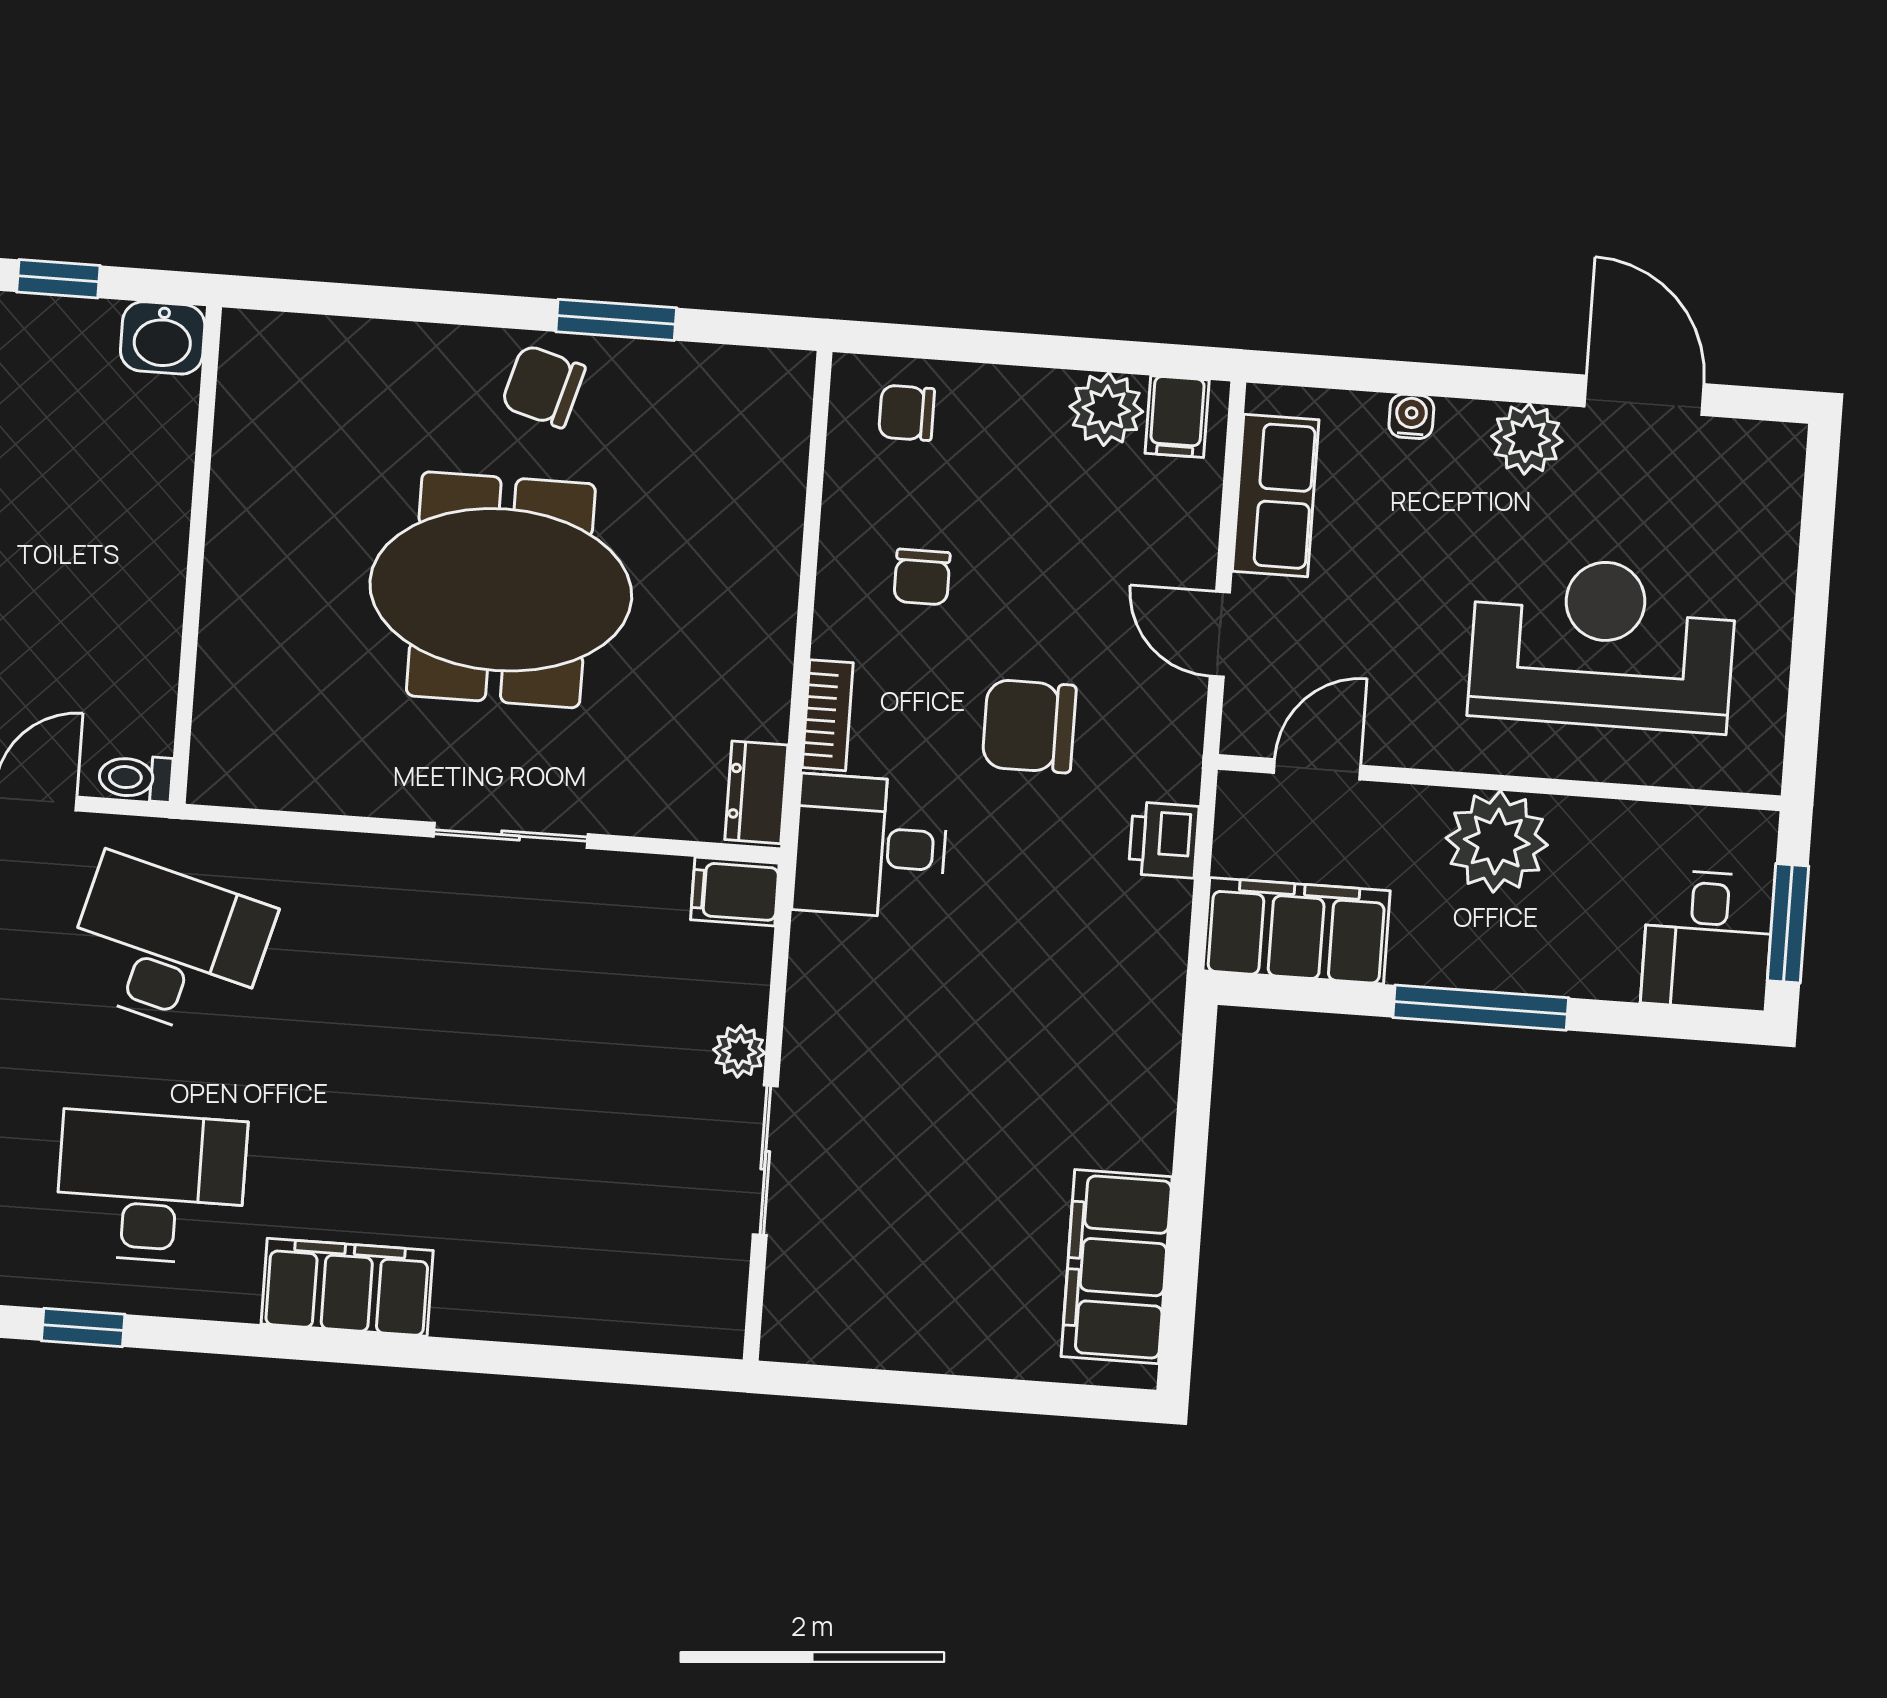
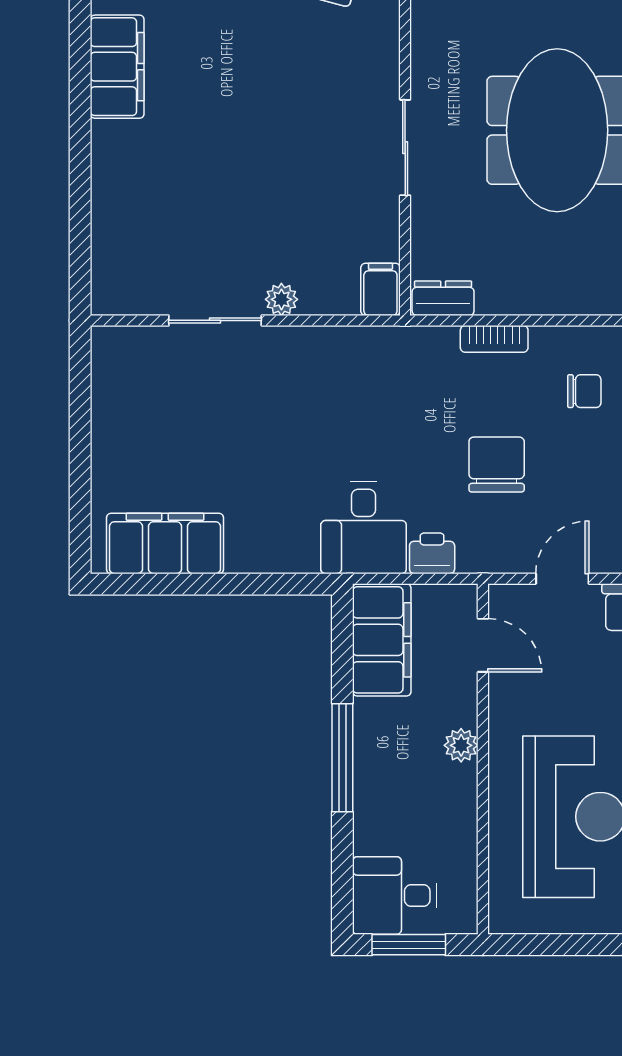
chair: (922, 577) -> (584, 391), turned 180
plant: (1497, 842) -> (461, 745), width x0.53, depth x0.53
desk: (870, 847) -> (364, 528), moved, turned 180

